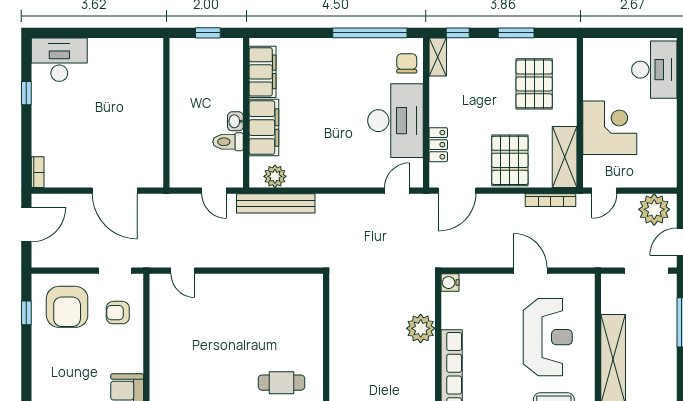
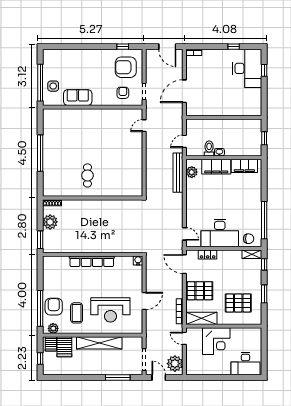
window: (73, 33) -> (264, 70), added
desk: (59, 60) -> (247, 68), width x1.36, depth x1.30
plant: (421, 328) -> (115, 246), removed

